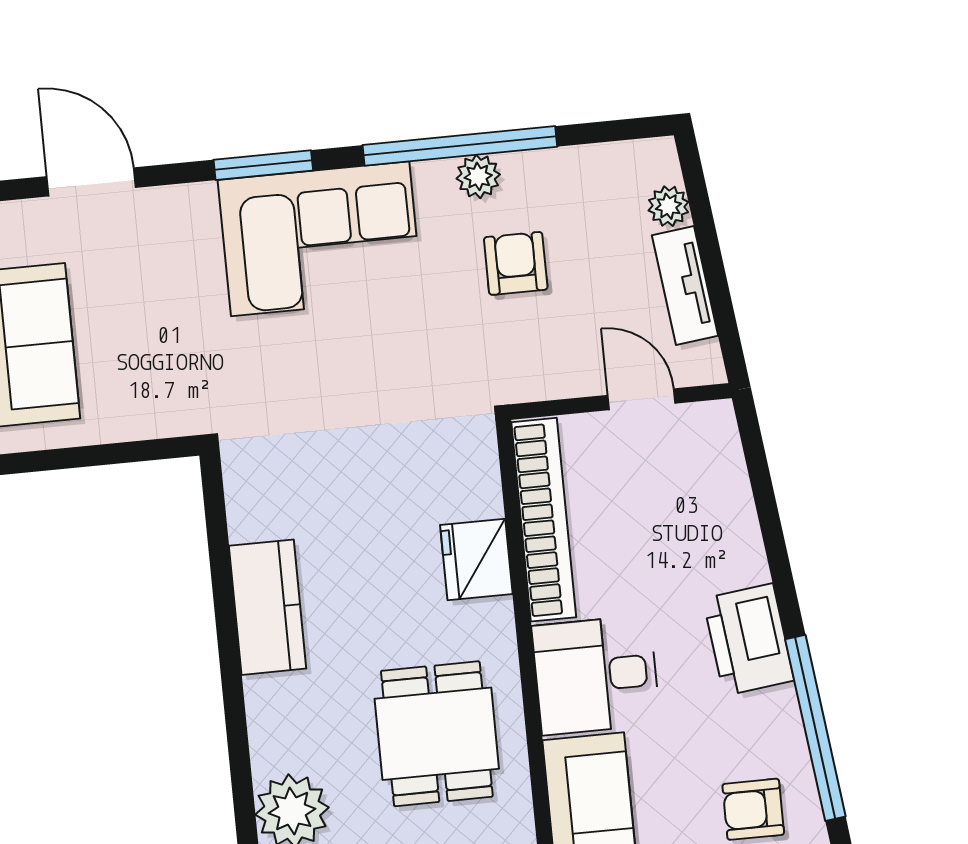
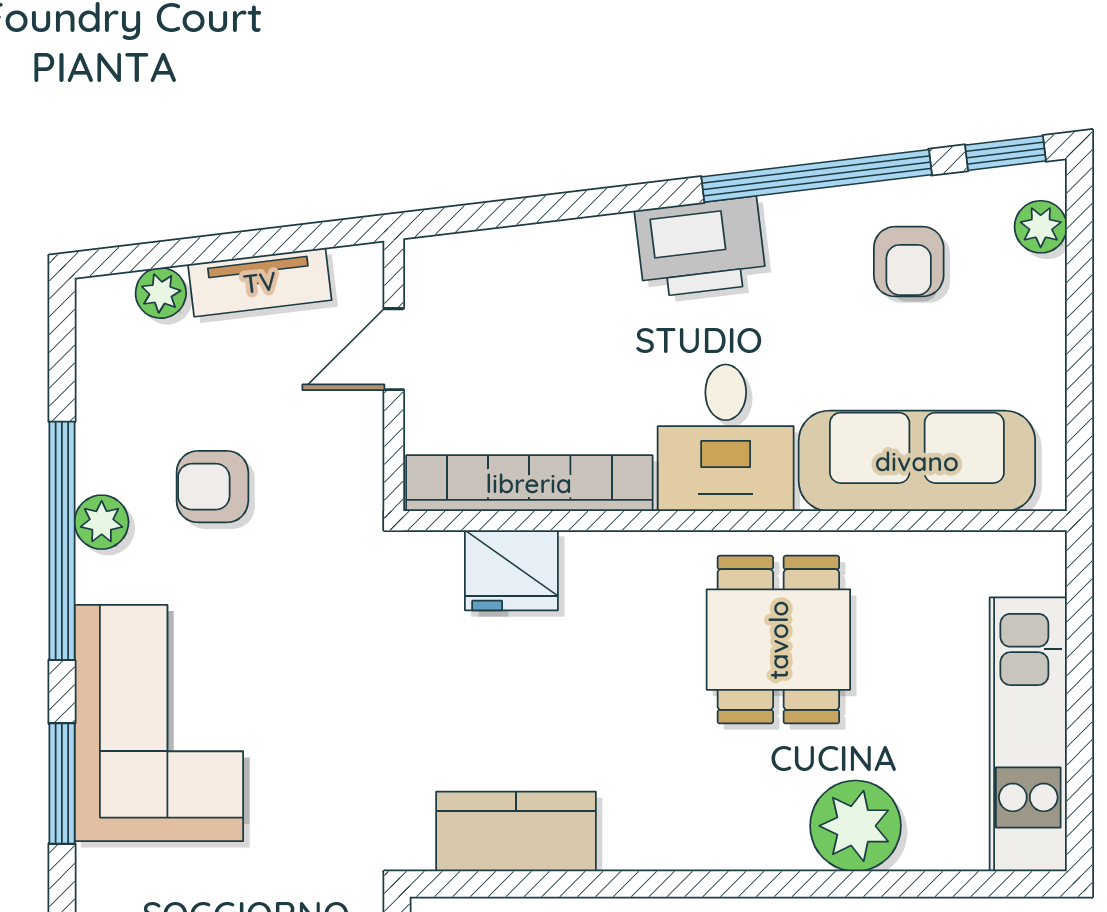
fridge: (476, 560) -> (511, 570), moved
kitchen counter: (268, 607) -> (516, 831), moved
dining table: (437, 734) -> (778, 640), turned 90

